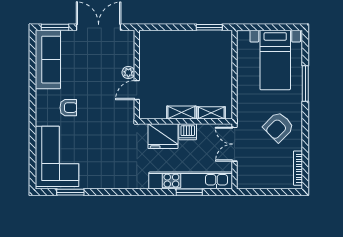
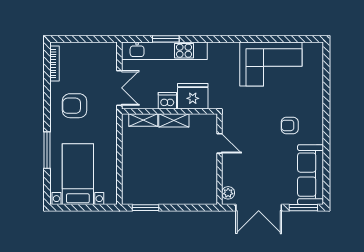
plant: (128, 73) -> (228, 193), moved
door: (137, 90) -> (220, 143), hinge flipped
armchair: (278, 127) -> (74, 106), turned -135
corner sofa: (57, 156) -> (271, 64), moved, turned -90
window: (70, 192) -> (287, 39), removed

